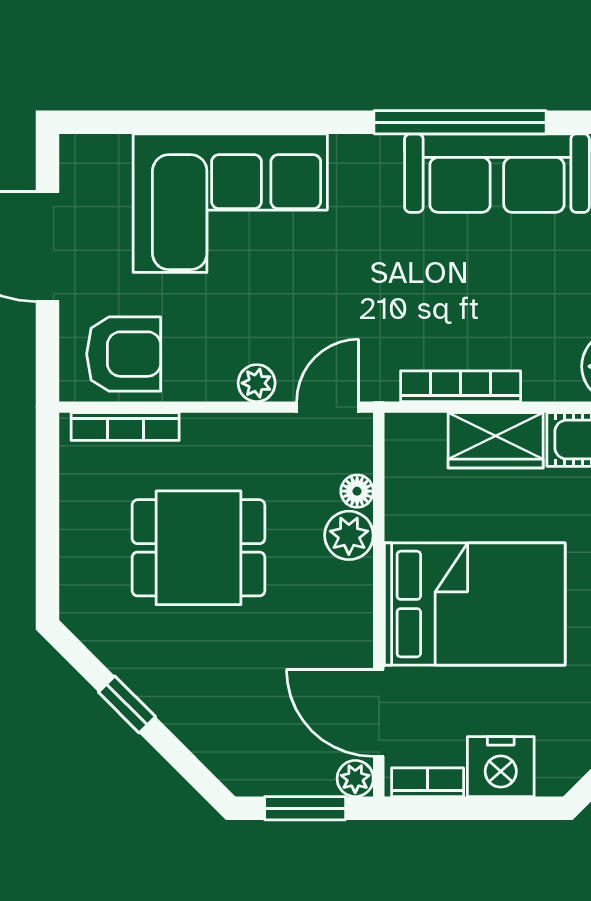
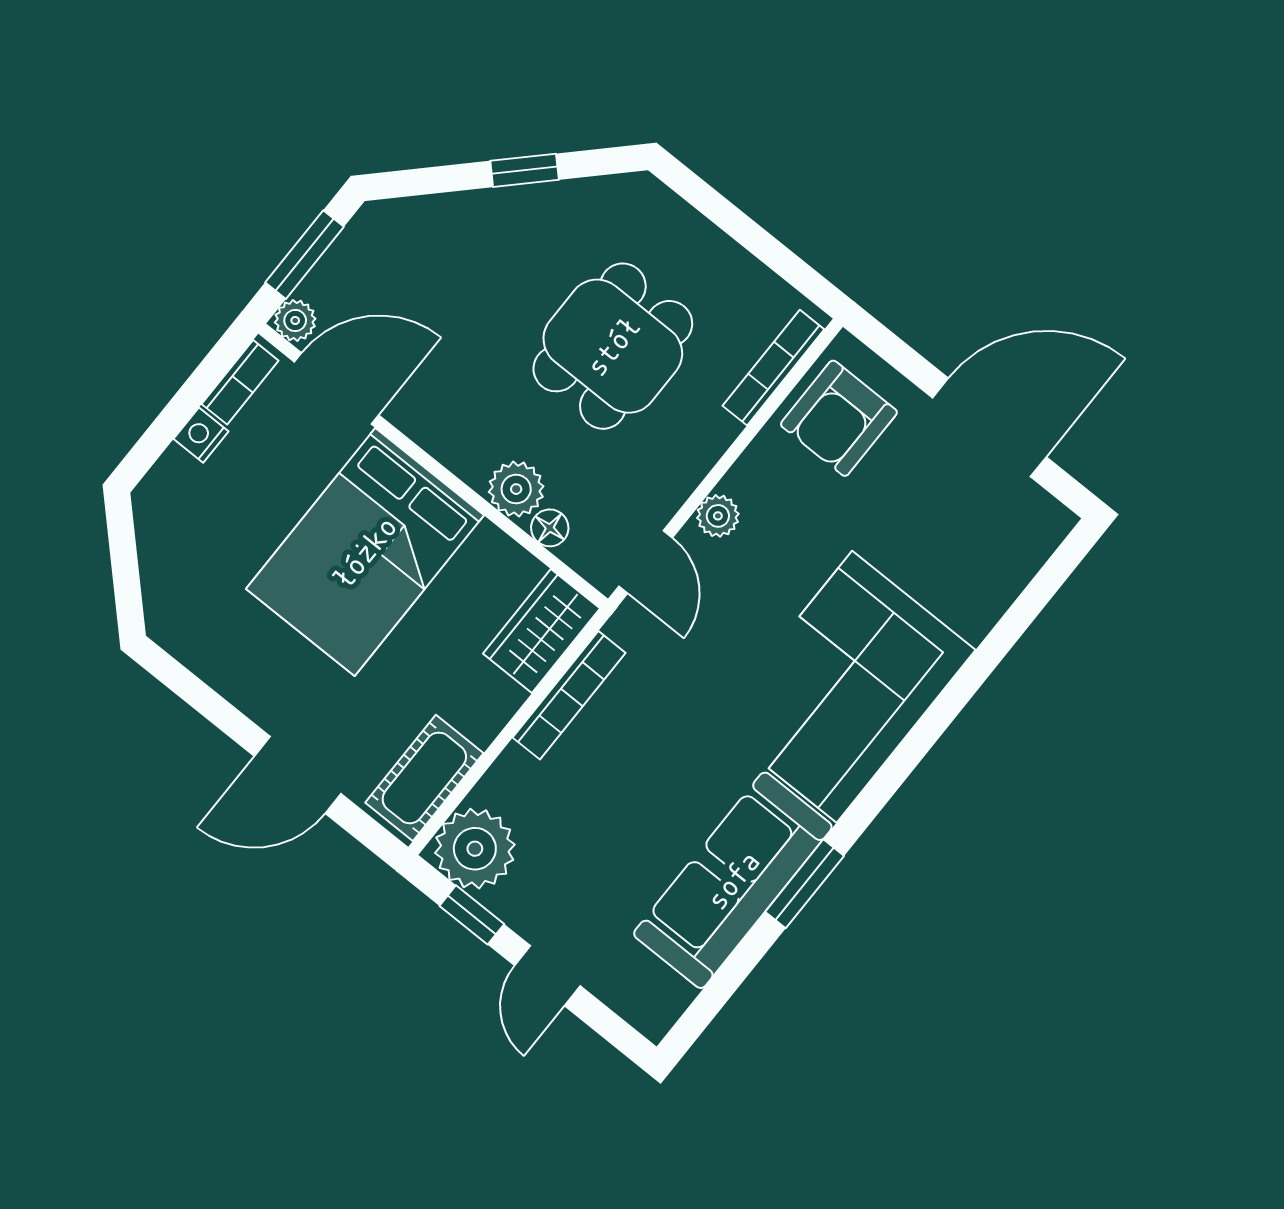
window: (460, 122) -> (805, 884), width x0.47
corner sofa: (230, 203) -> (844, 687), moved
wardrobe: (496, 440) -> (541, 631), moved
nightstand: (501, 767) -> (201, 435), width x0.53, depth x0.56

